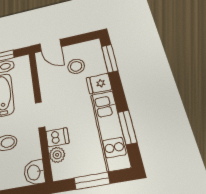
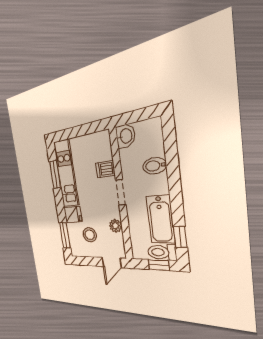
door: (51, 45) -> (112, 262), swing flipped
plant: (57, 155) -> (116, 226), moved
window: (92, 181) -> (79, 131), removed

